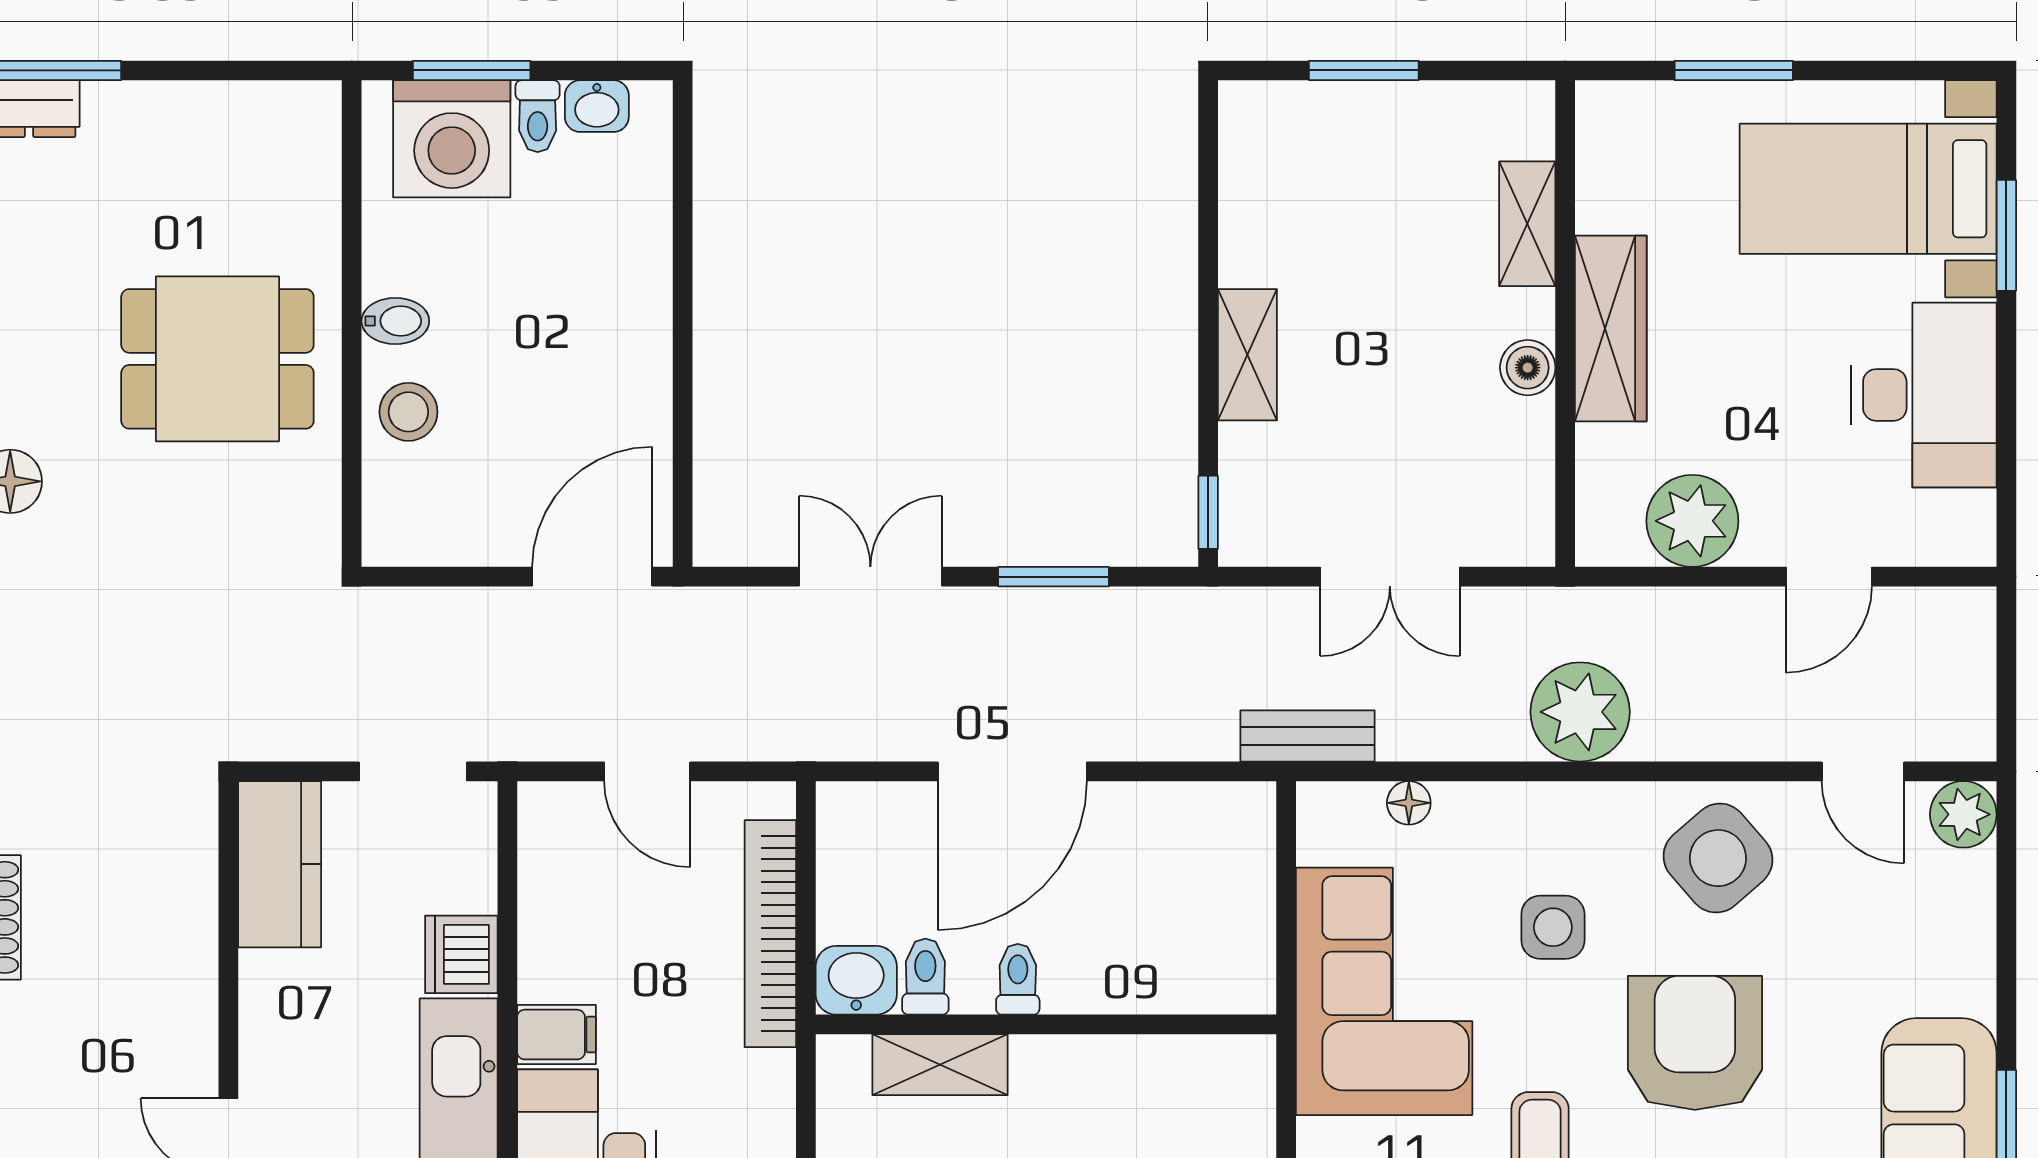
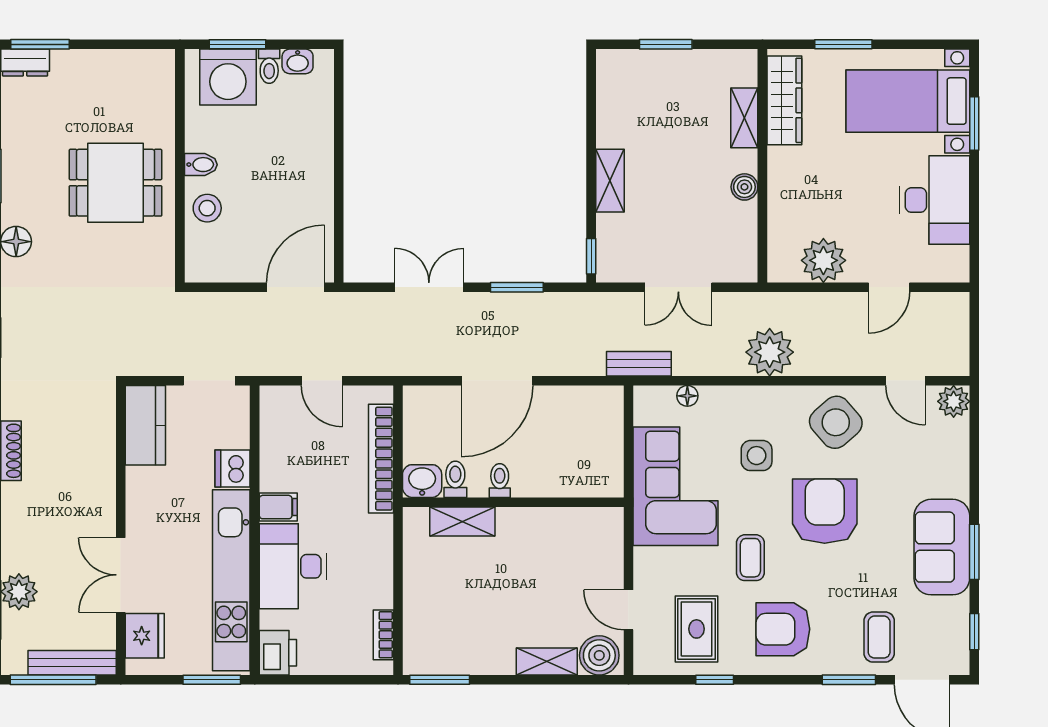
wardrobe: (1611, 328) -> (784, 100), moved

